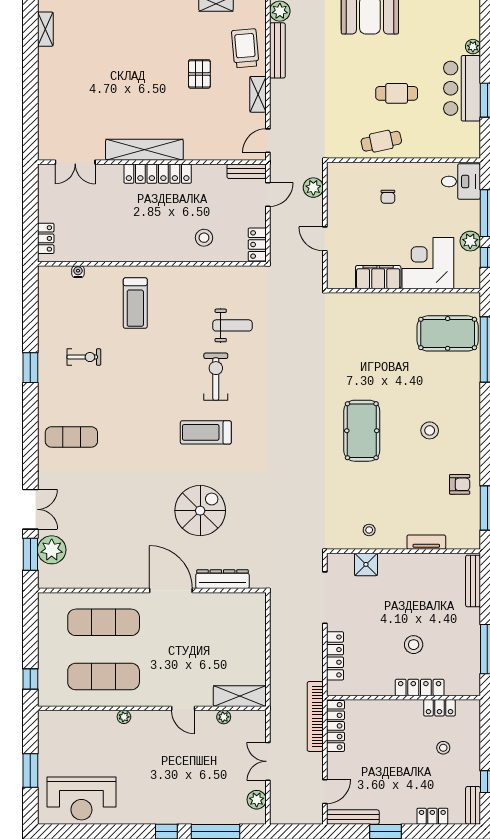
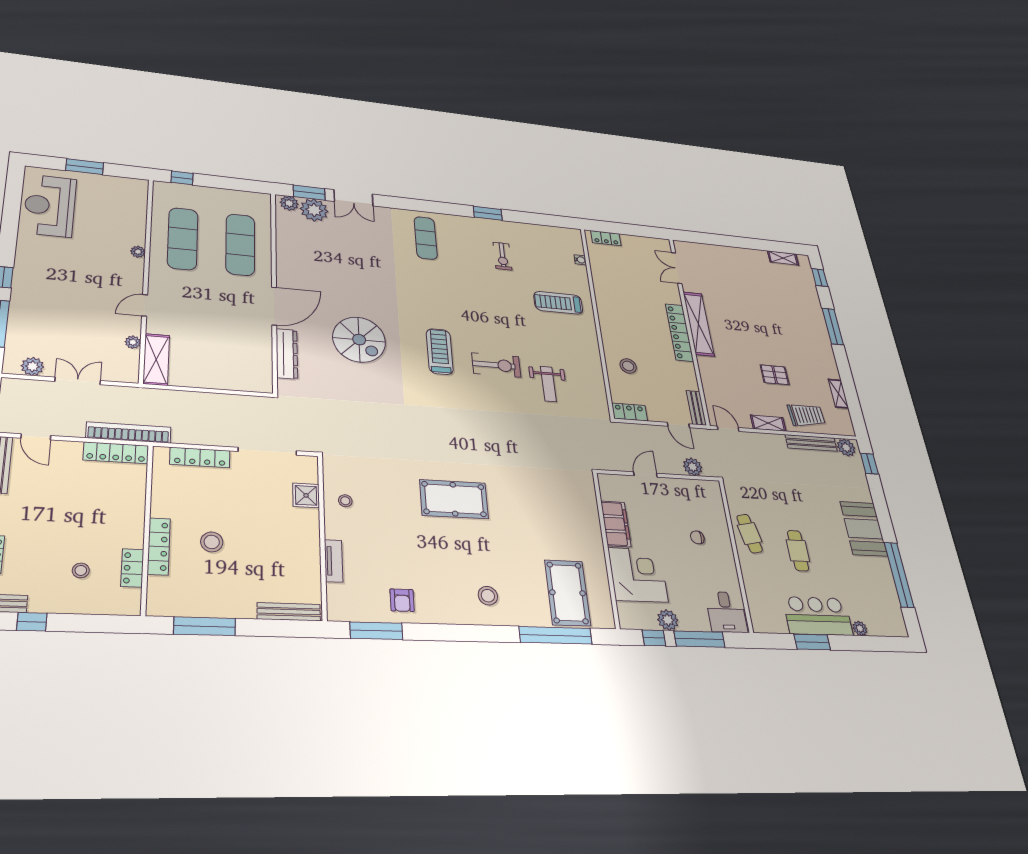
stool: (430, 430) -> (488, 596), moved
plant: (47, 575) -> (289, 203), added

